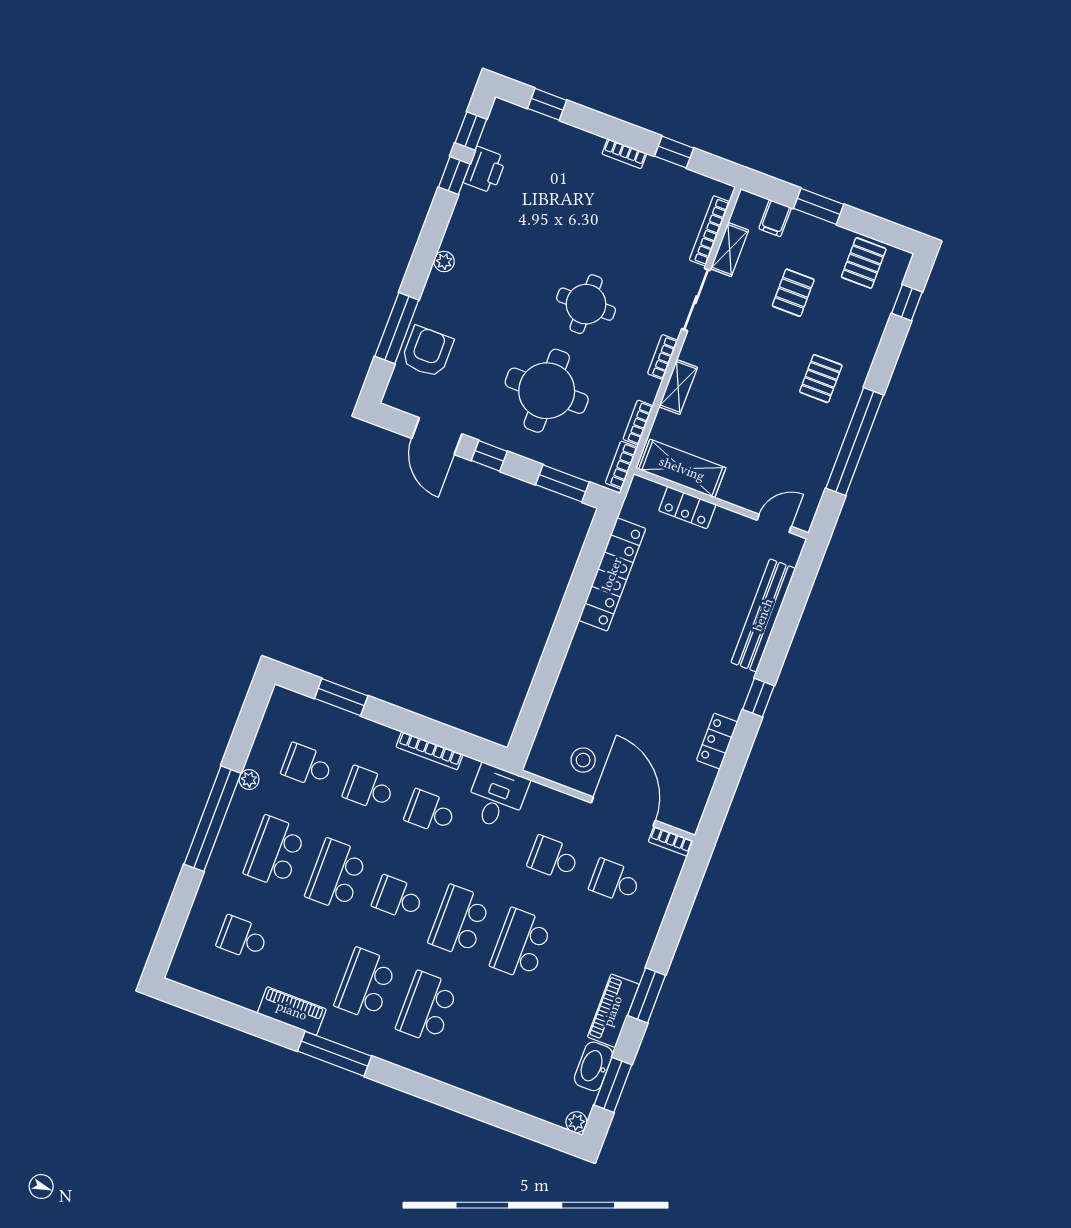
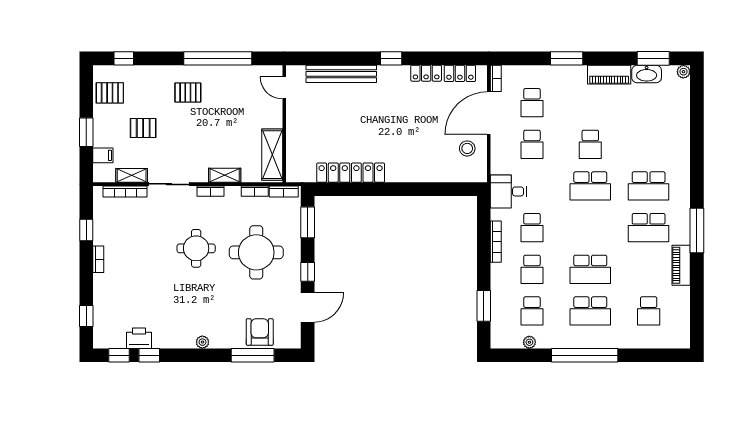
armchair: (427, 352) -> (260, 332), turned 90
locker: (687, 508) -> (460, 73), moved, turned 90
plant: (249, 780) -> (529, 342), moved
school desk: (398, 898) -> (590, 228), removed
school desk: (521, 944) -> (590, 144), width x0.54
window: (647, 995) -> (567, 58), moved

